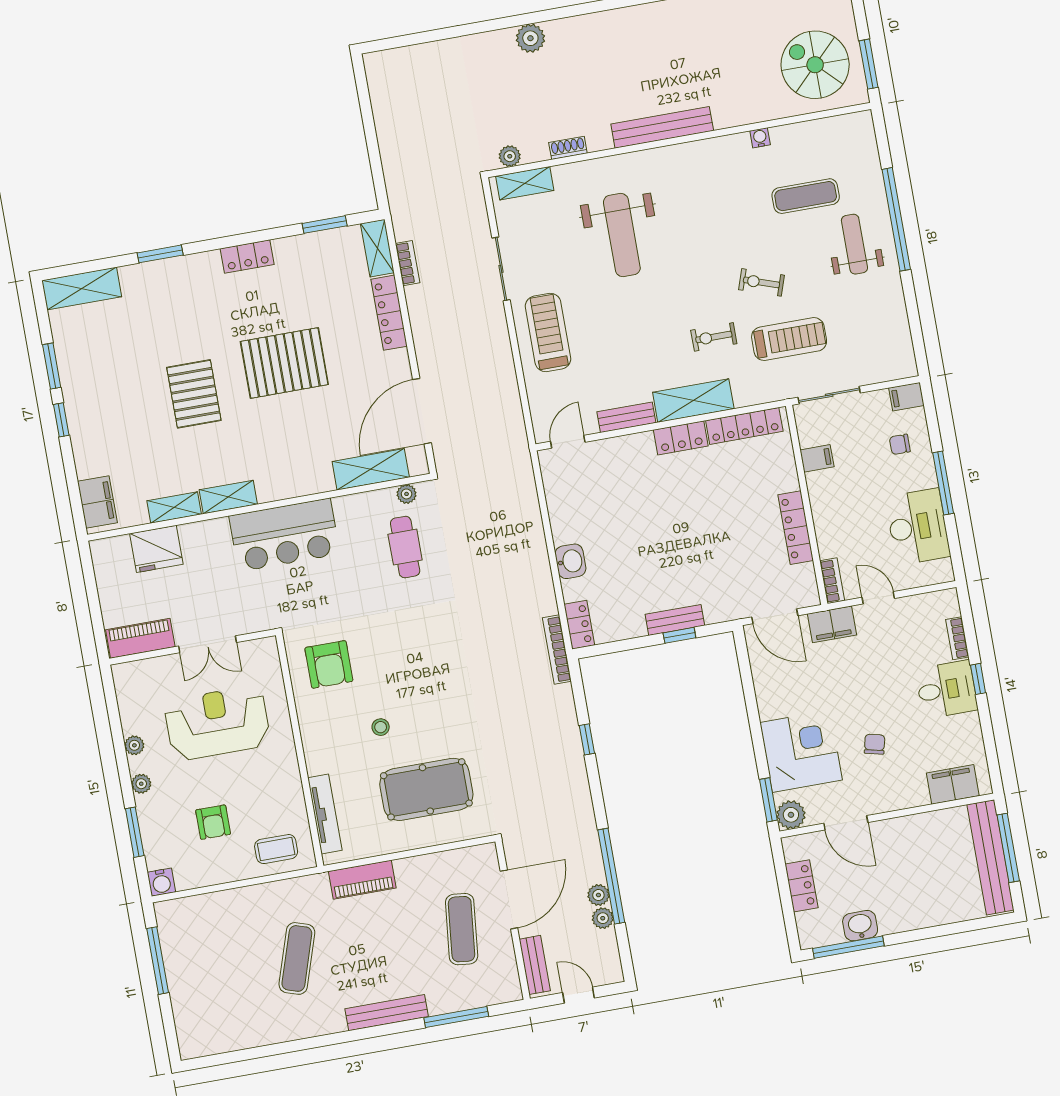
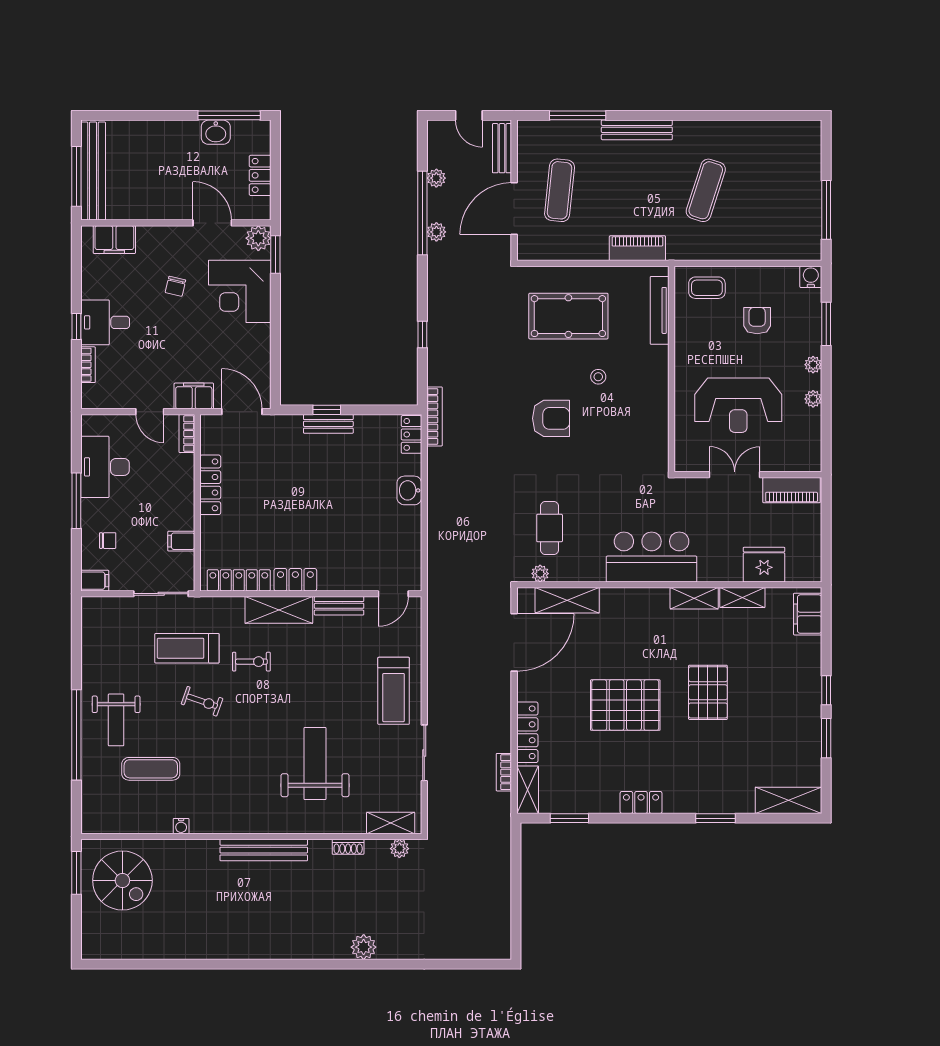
armchair: (329, 664) -> (551, 418), moved, turned 90
plant: (598, 895) -> (436, 232), moved

